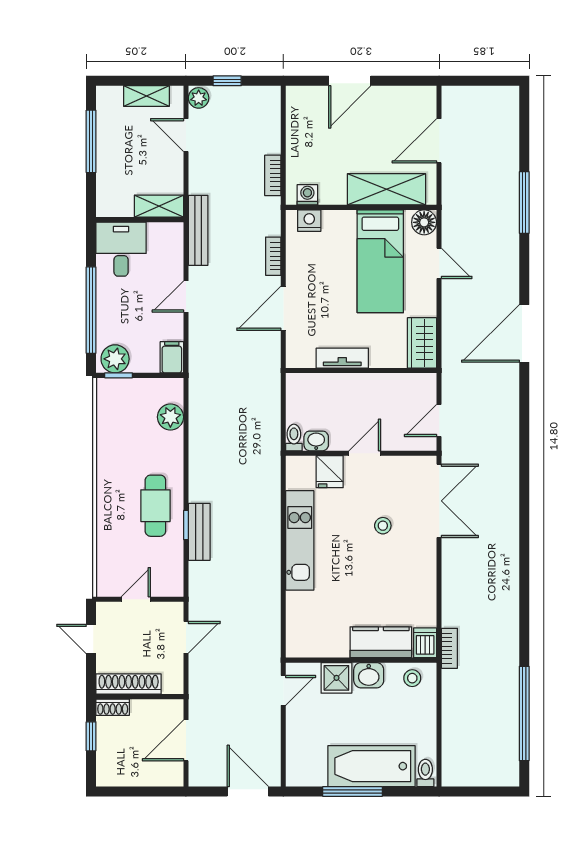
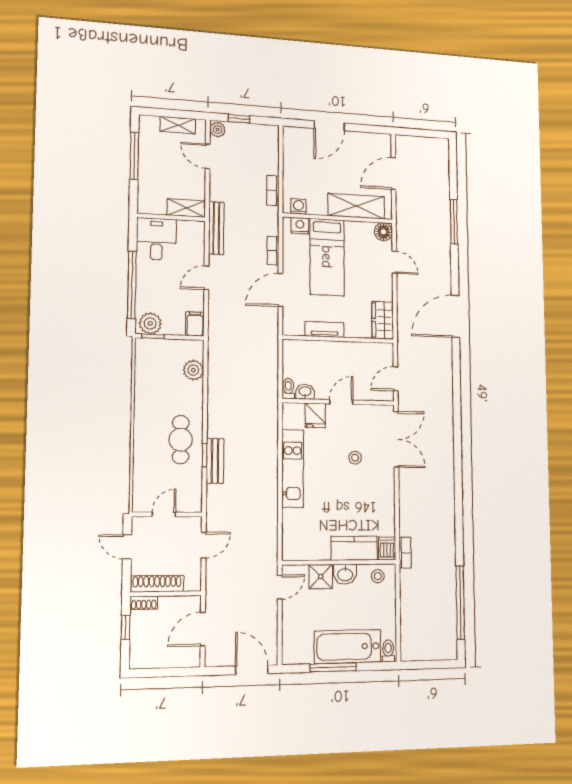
bed: (380, 261) -> (327, 257), moved

